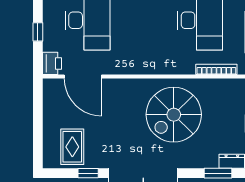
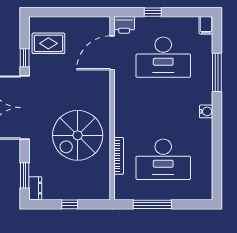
bookcase: (216, 69) -> (119, 156), moved
spiral stairs: (174, 115) -> (78, 135), turned -90

